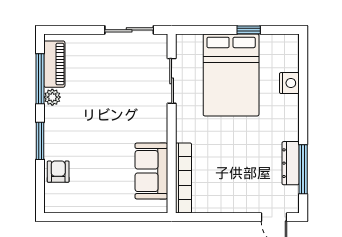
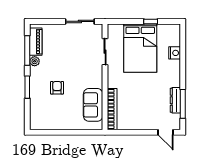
armchair: (58, 172) -> (57, 88), moved

